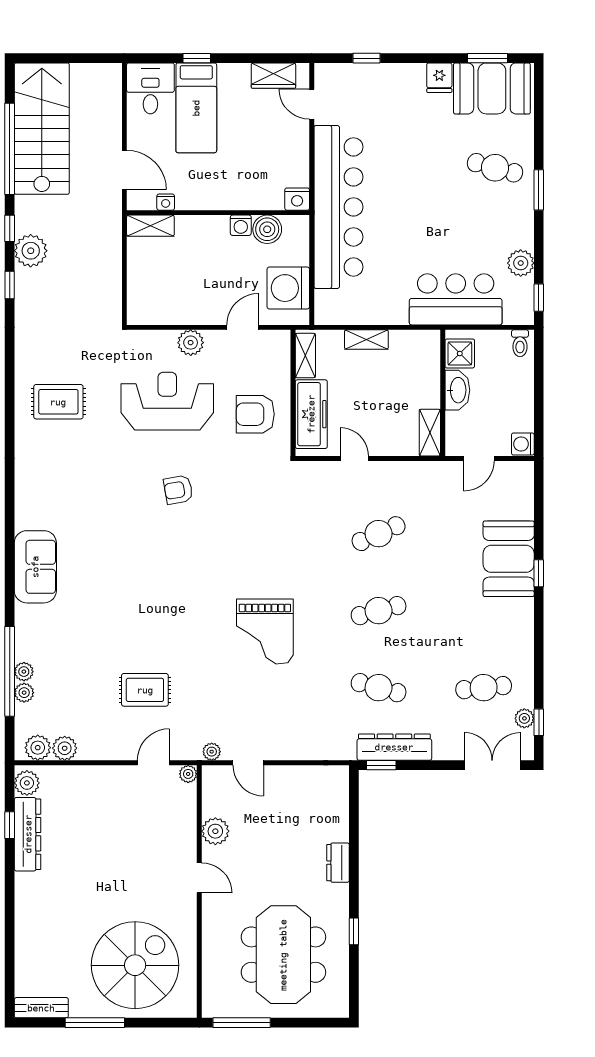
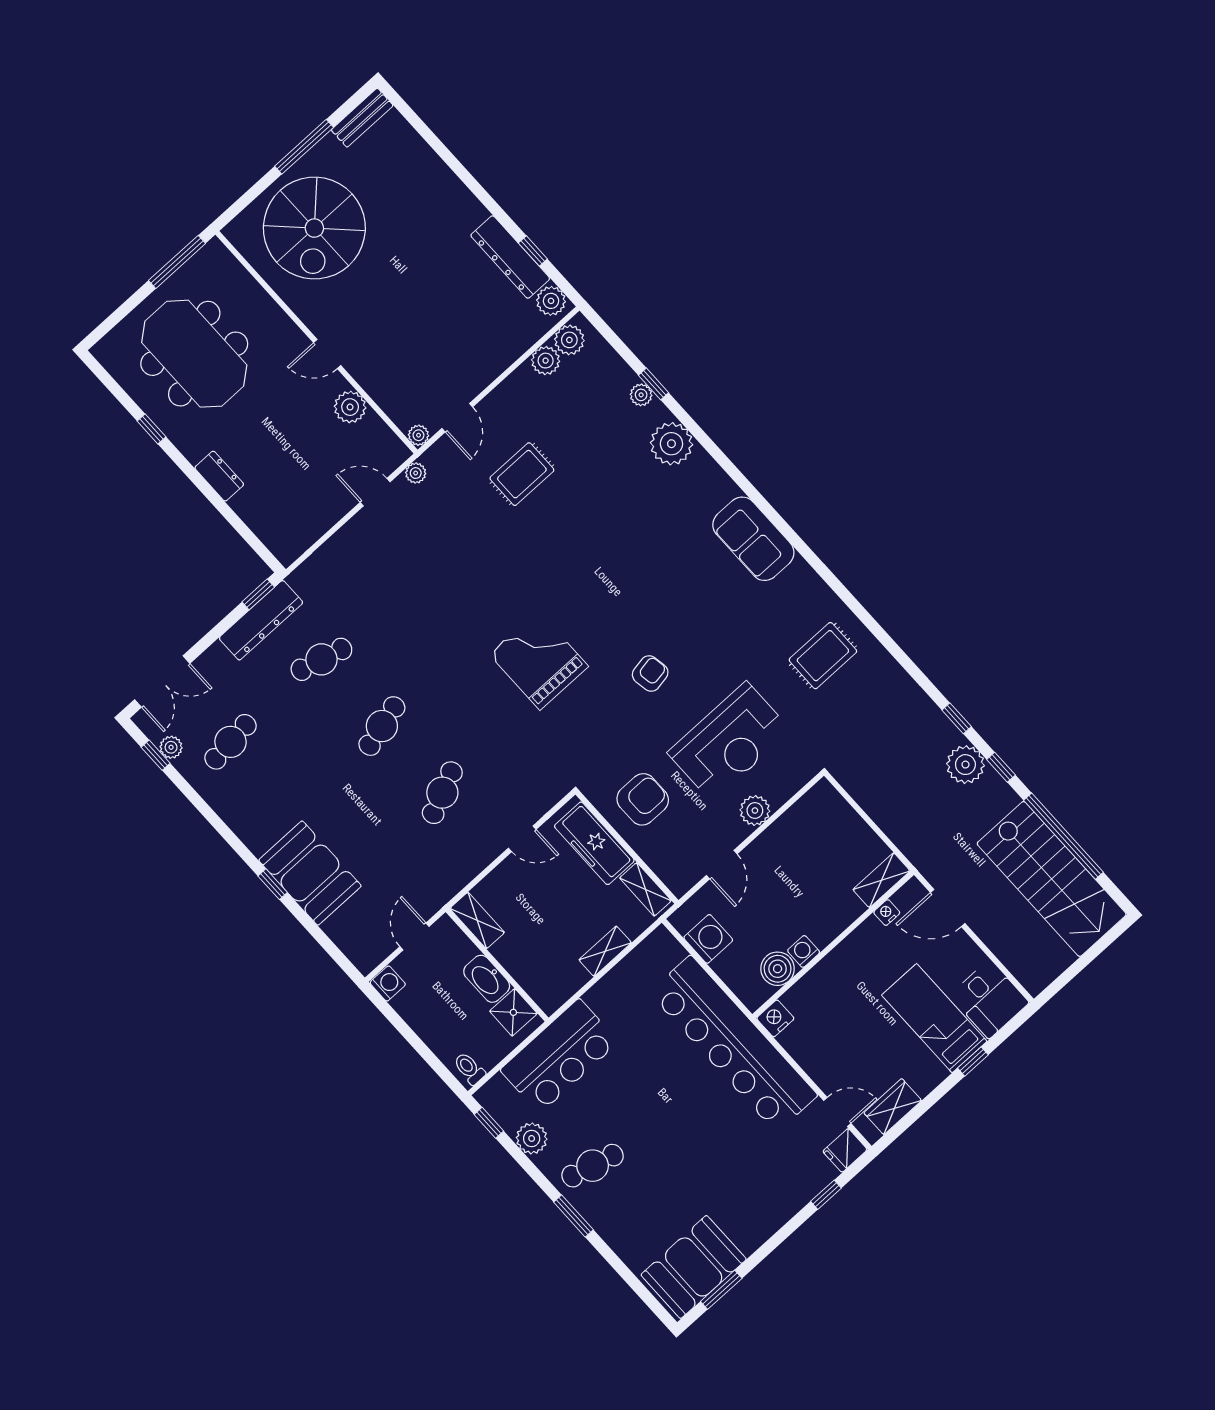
fridge: (439, 78) -> (845, 1150), moved, turned -90
cafe table: (495, 168) -> (593, 1166), moved
washing machine: (288, 288) -> (708, 939), width x0.73, depth x0.73
sofa: (35, 567) -> (753, 539), moved
grand piano: (265, 631) -> (539, 660), moved
window: (10, 671) -> (653, 384), width x0.32
plant: (24, 693) -> (671, 444), moved, width x1.87, depth x1.87

